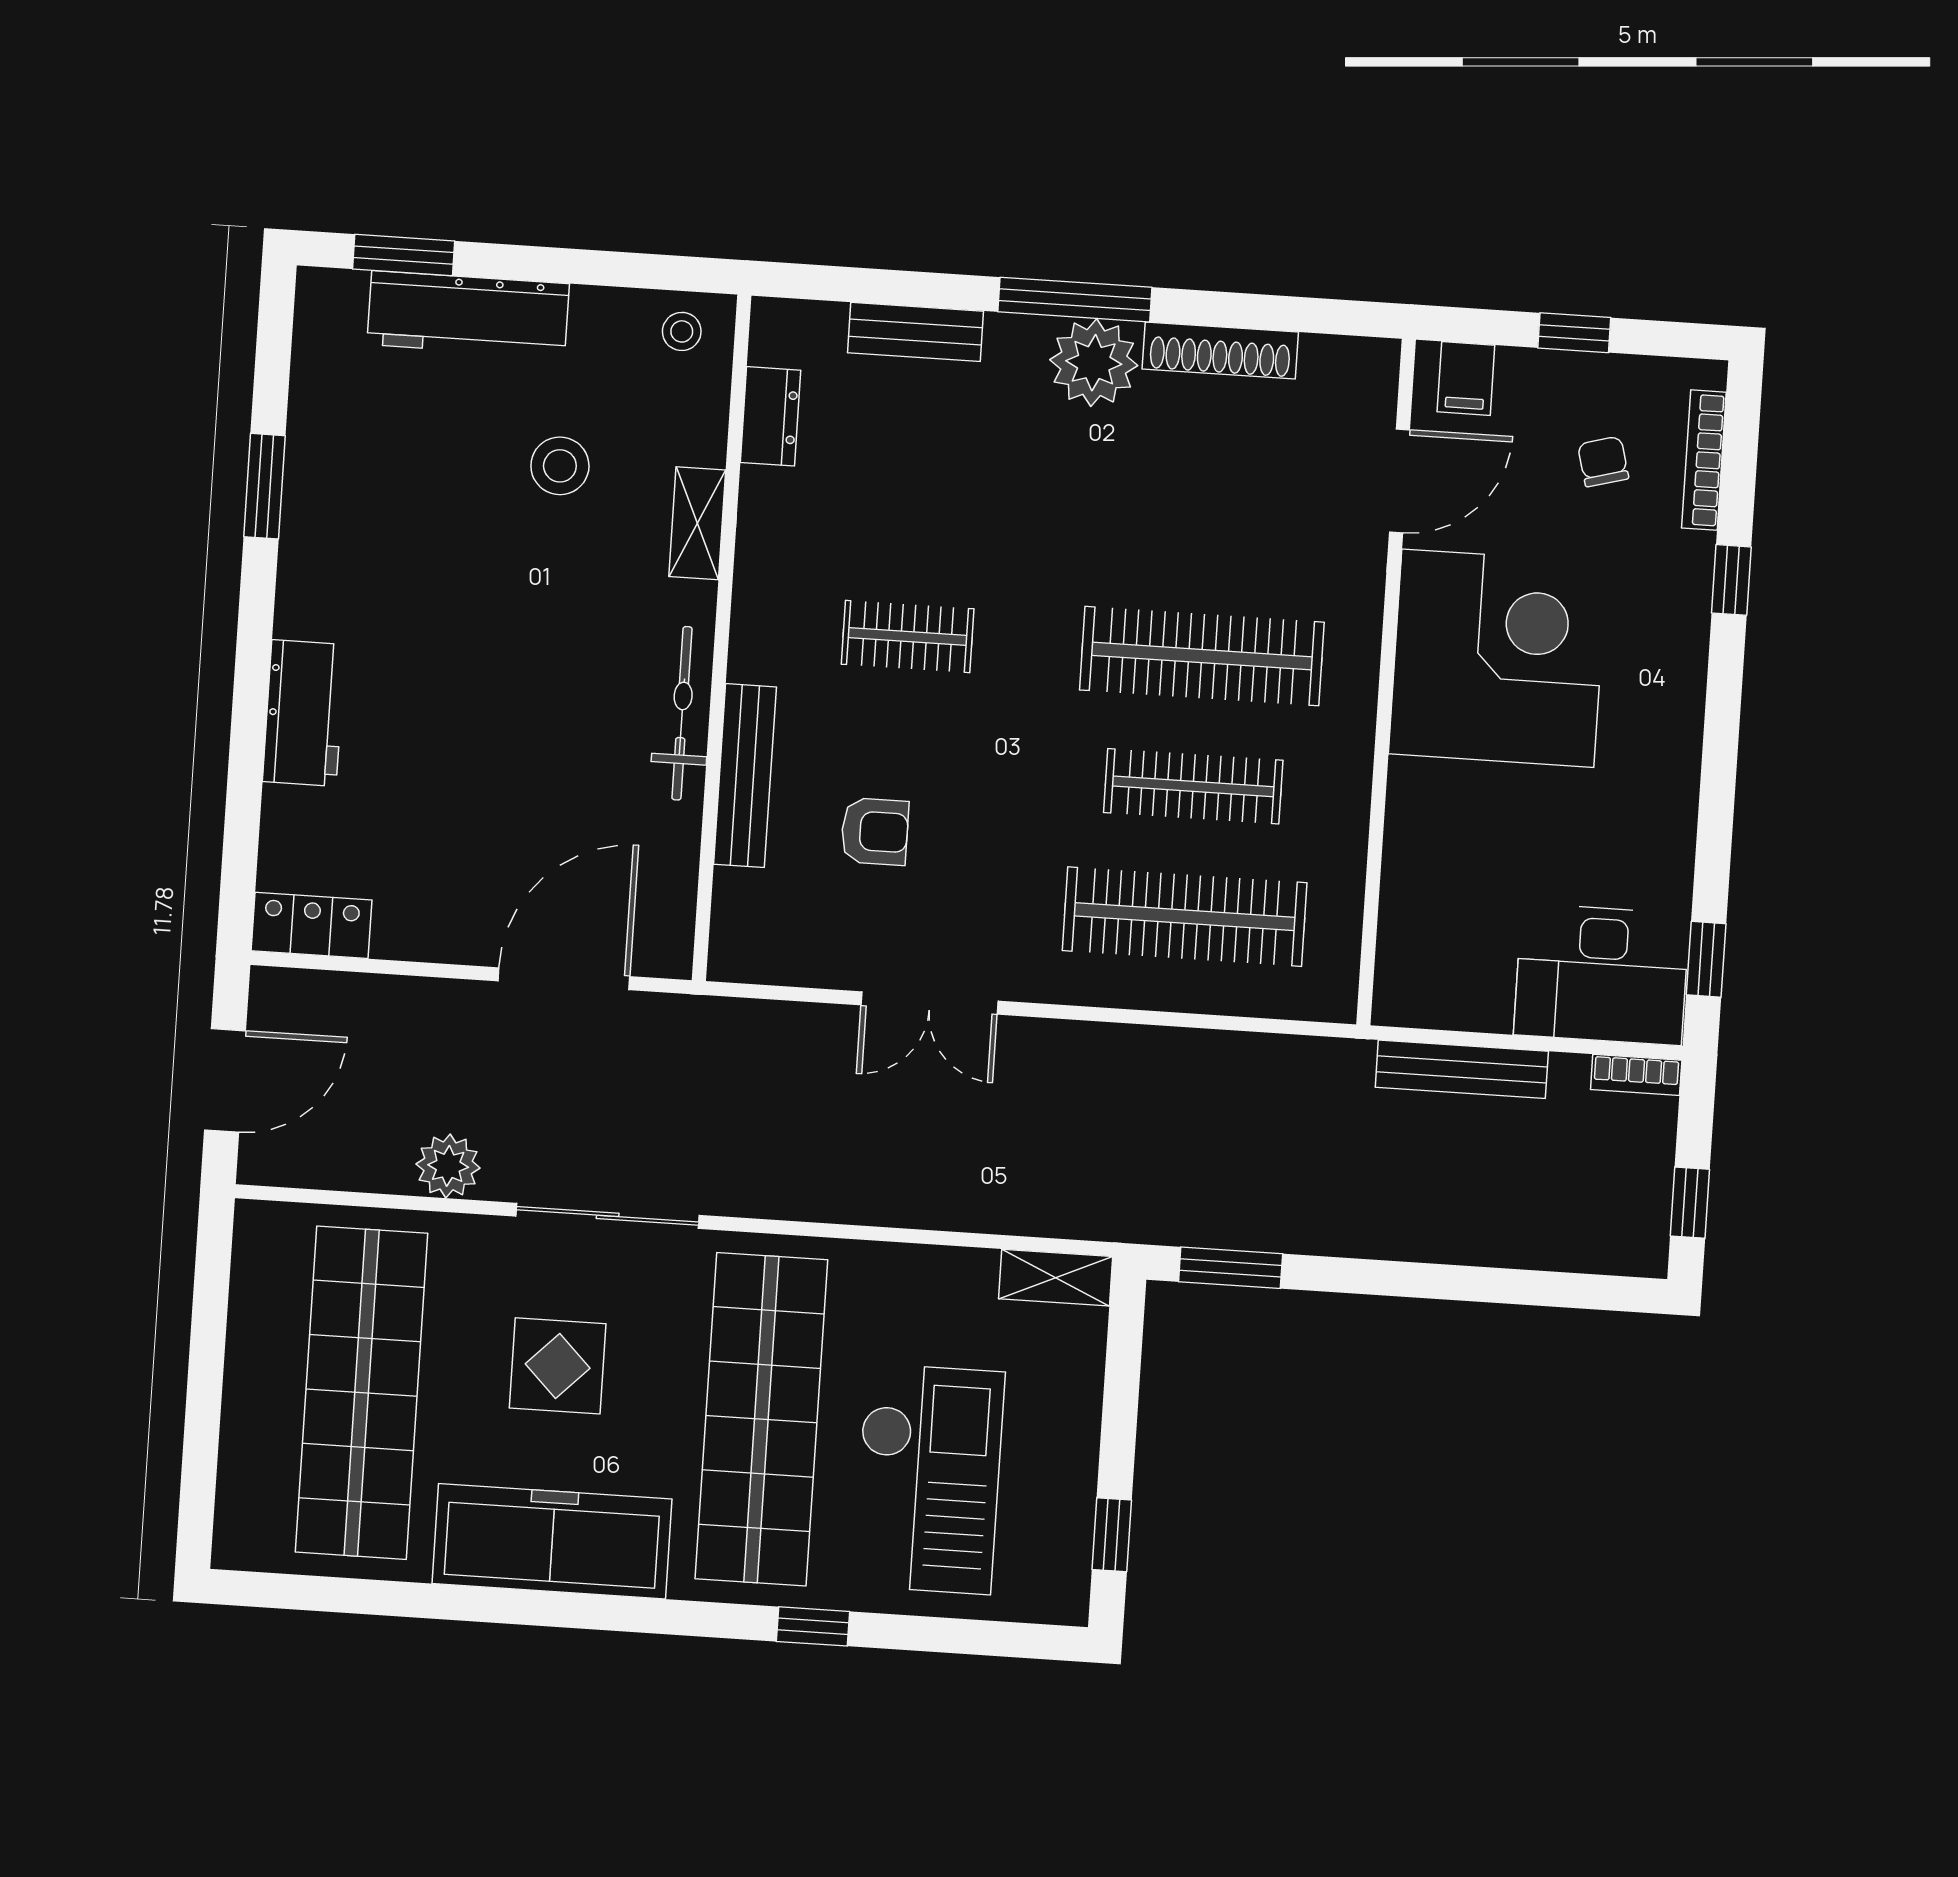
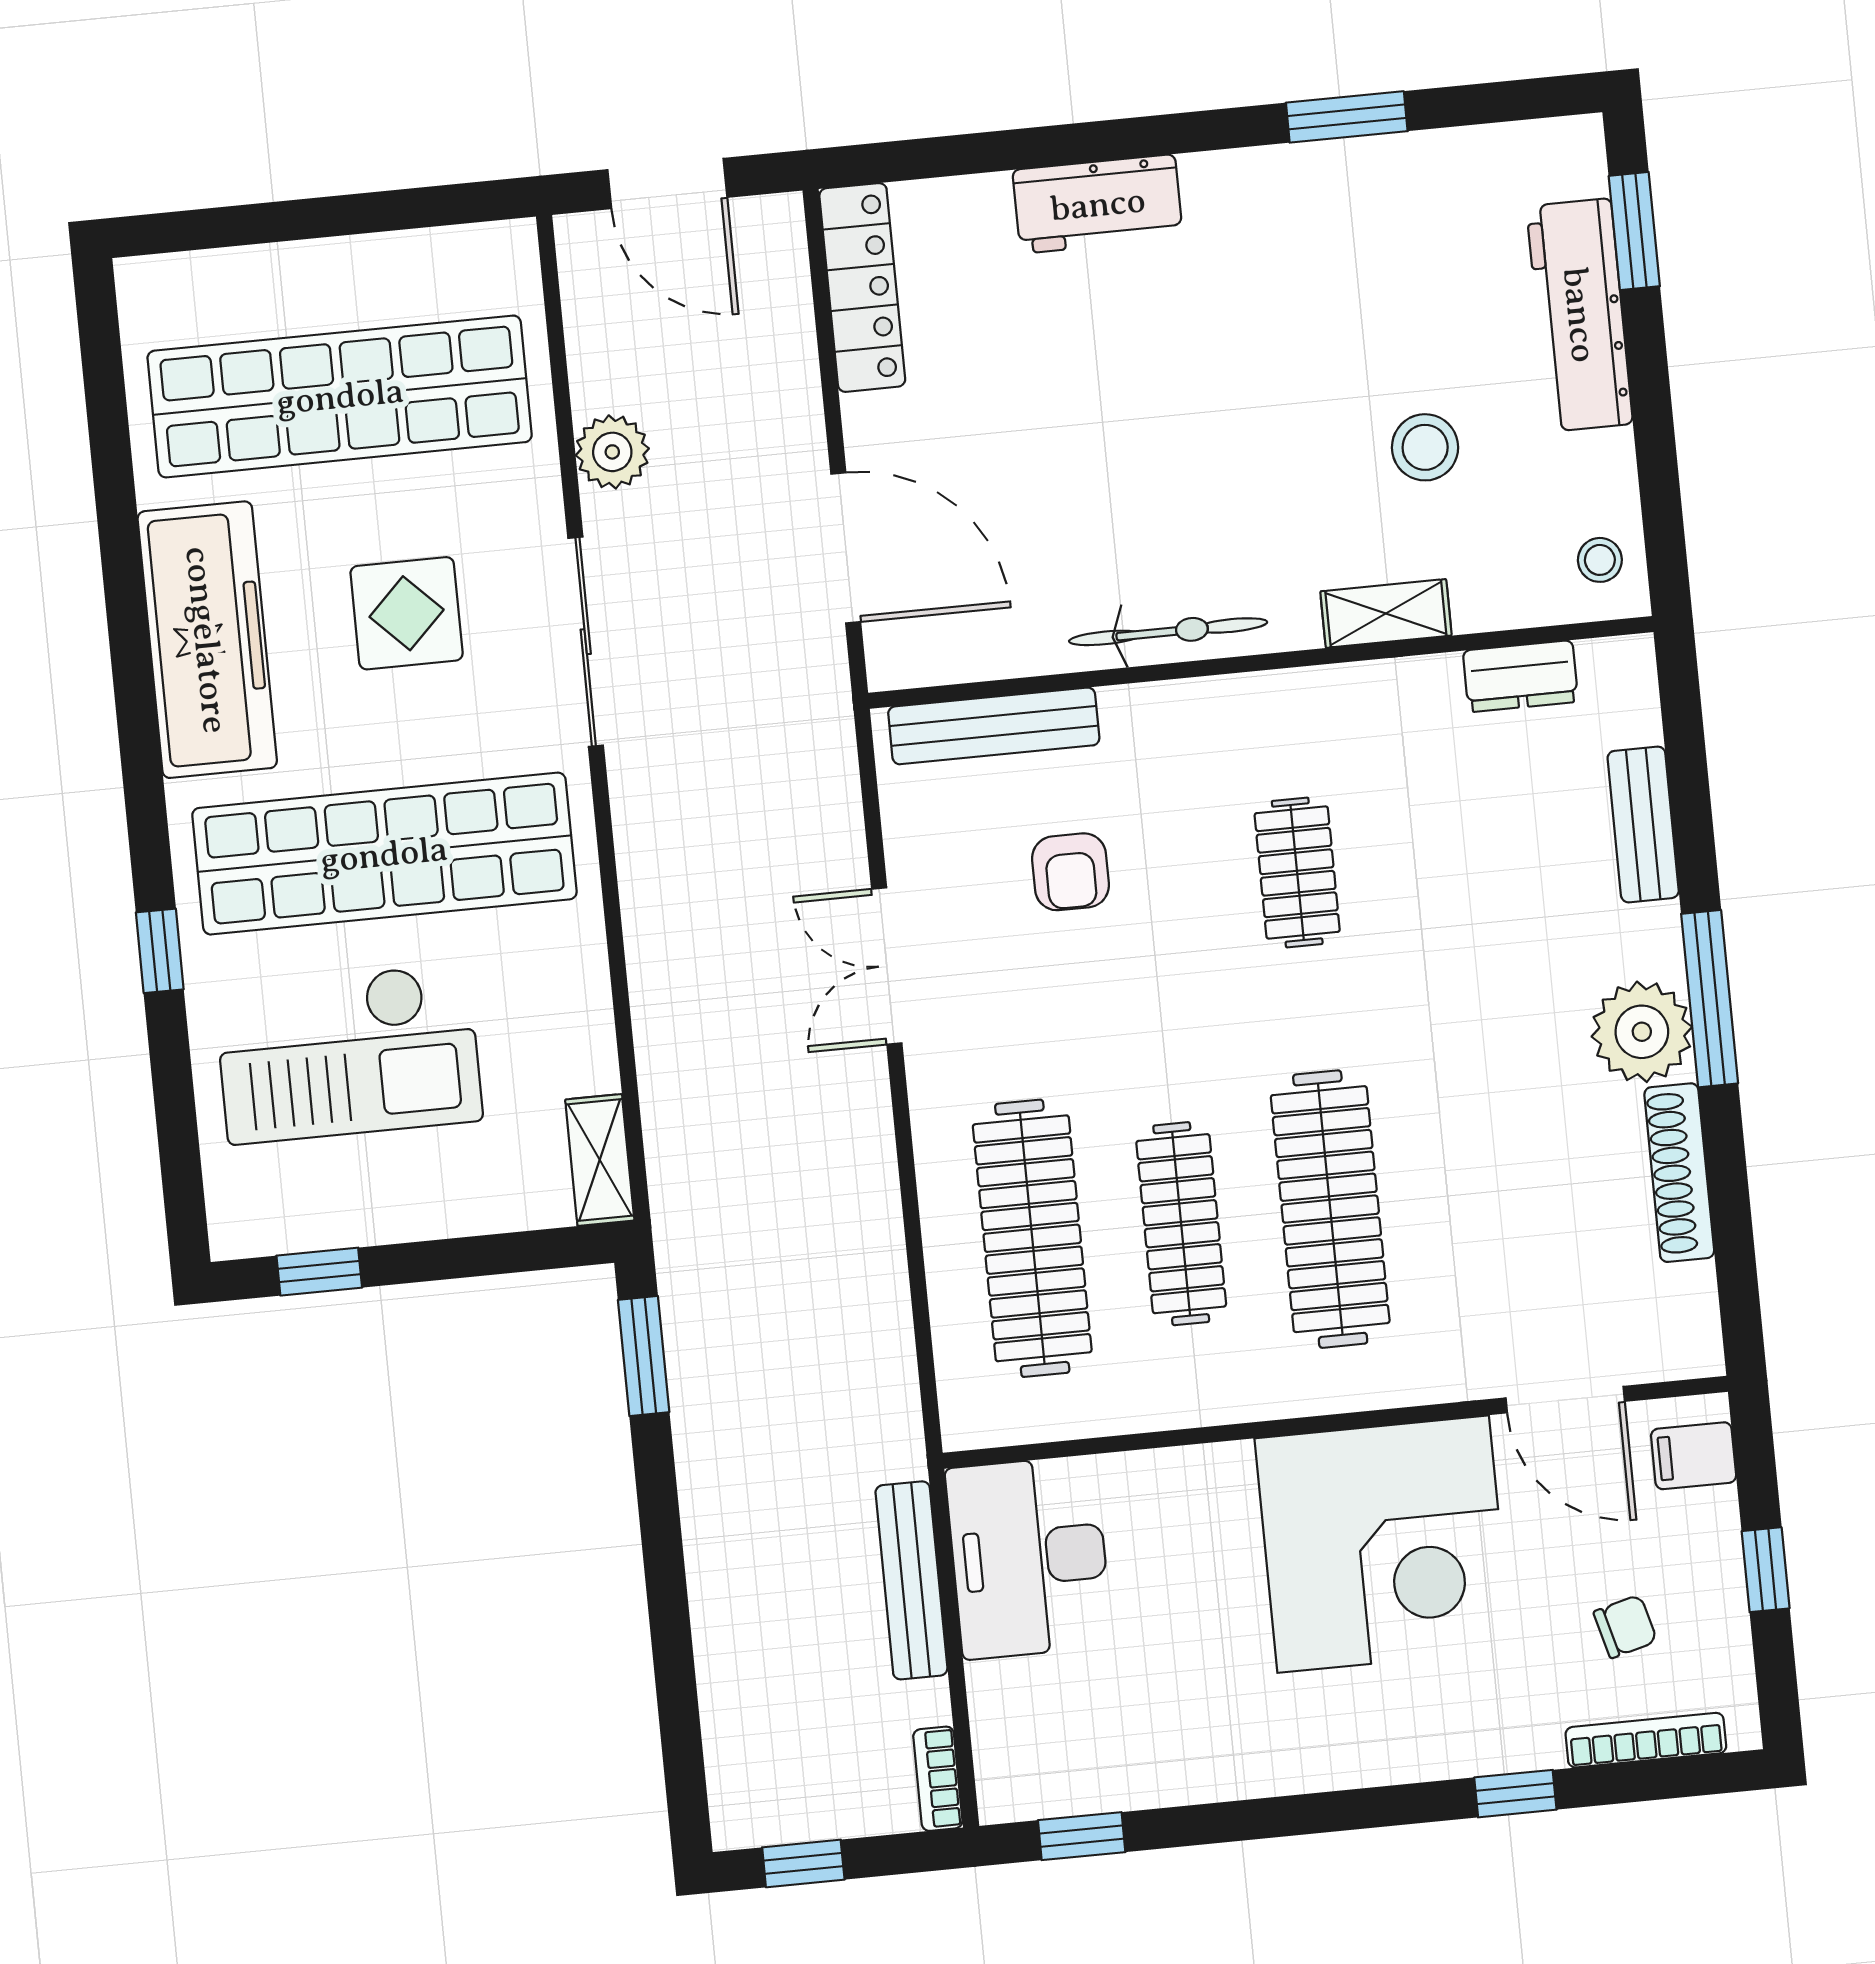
bench: (745, 776) -> (994, 726), moved
locker: (311, 925) -> (862, 287), width x1.53
desk: (1602, 974) -> (1029, 1557), moved

